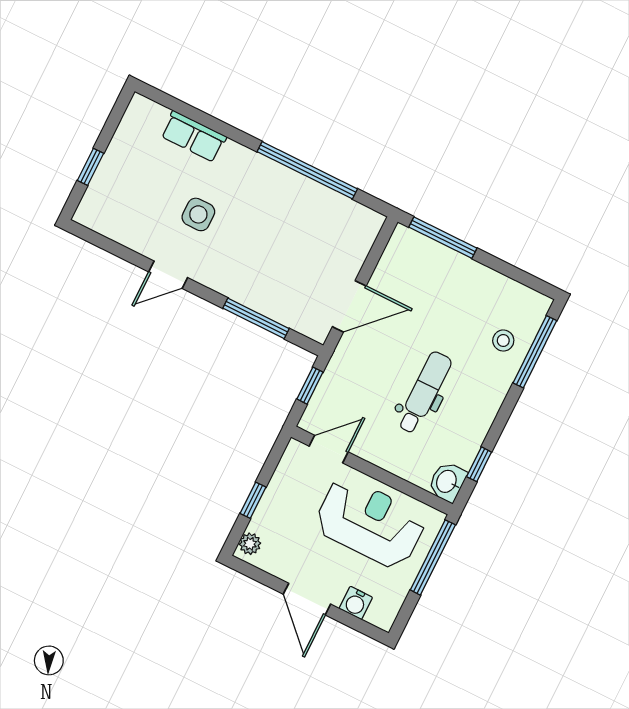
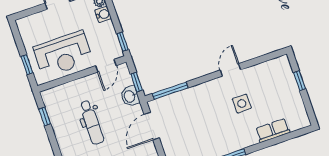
window: (256, 318) -> (170, 91), moved
washbasin: (447, 482) -> (130, 96), moved, turned 180
window: (253, 500) -> (123, 42), moved
window: (433, 557) -> (27, 65), width x0.46
water cooler: (356, 603) -> (103, 14), moved, turned 90

